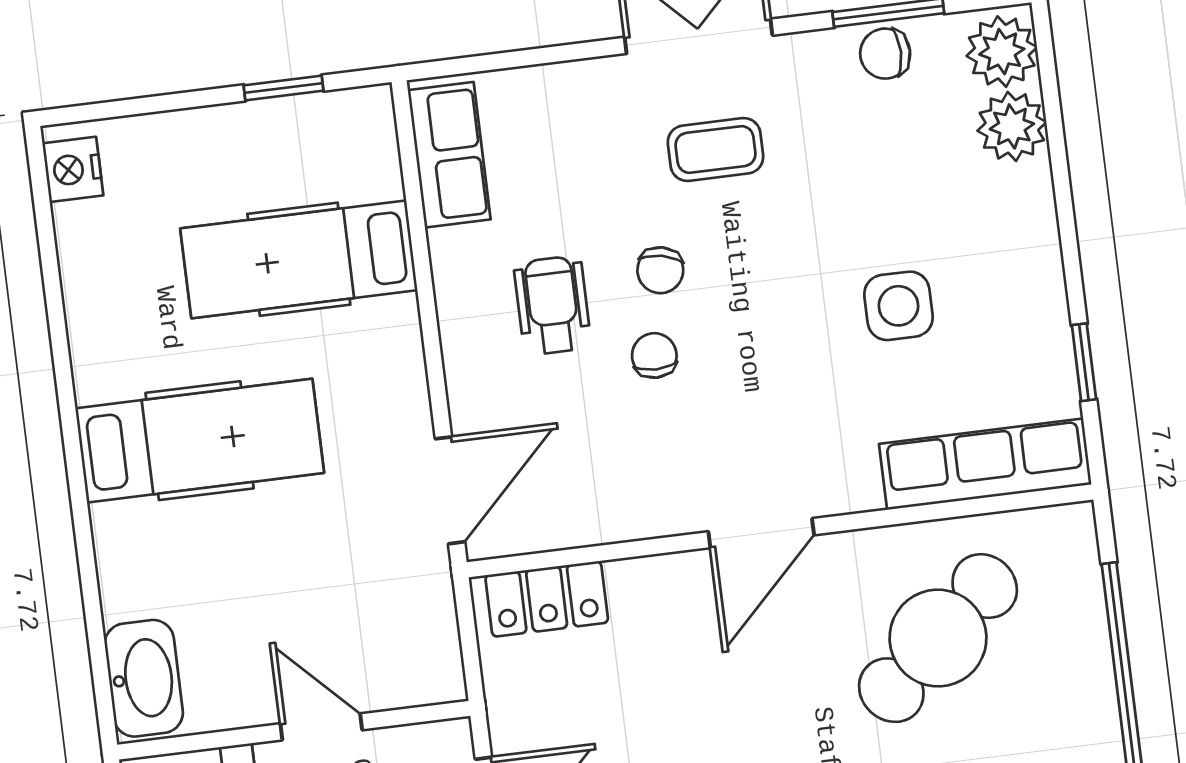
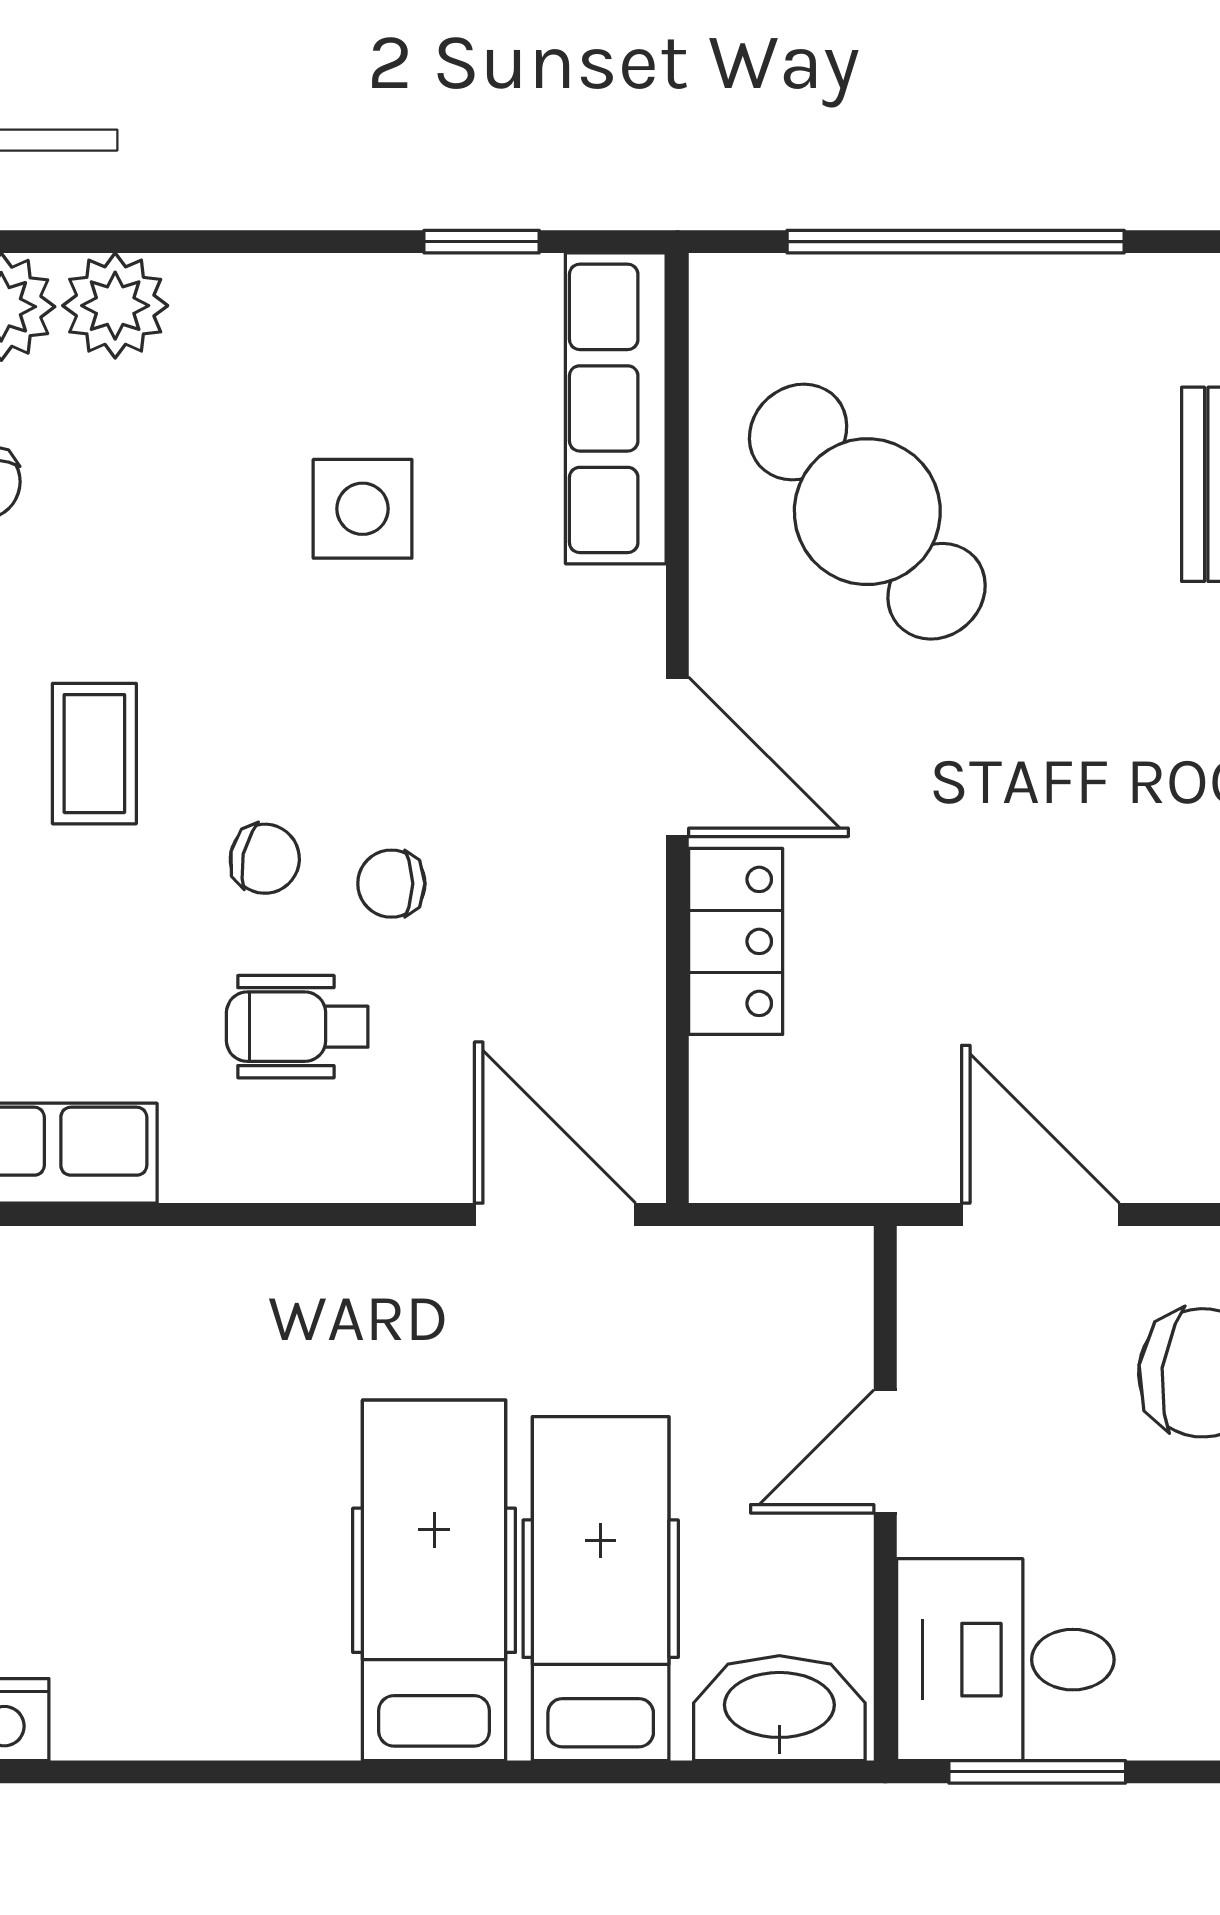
hospital bed: (299, 259) -> (601, 1589), moved, turned 180
locker: (547, 599) -> (736, 941), moved

